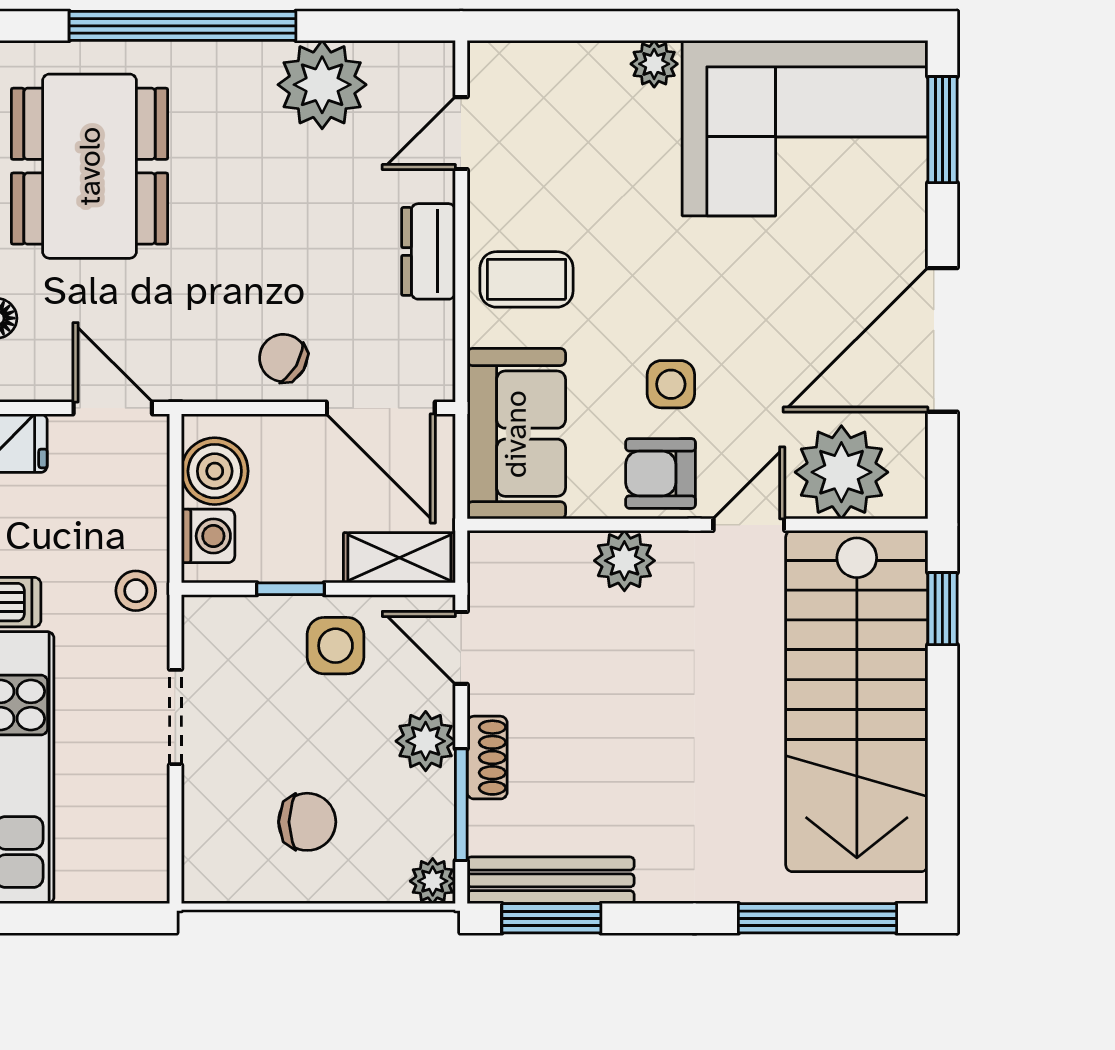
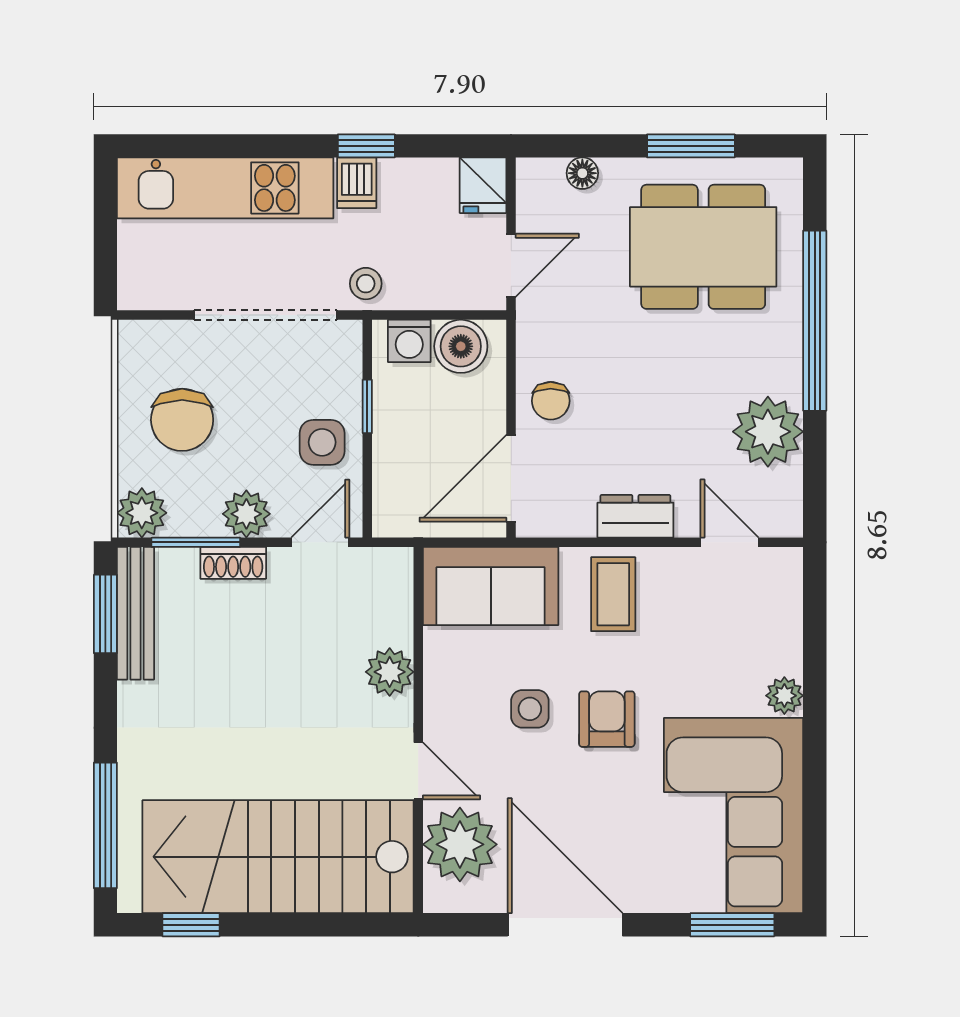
chair: (283, 358) -> (551, 401), turned 150
armchair: (660, 473) -> (607, 719), moved
shelving: (399, 558) -> (392, 493), removed
window: (942, 609) -> (191, 925), moved
doorway: (175, 717) -> (265, 315), width x1.88
chair: (307, 822) -> (182, 420), width x1.37, depth x1.37
plant: (433, 881) -> (142, 513), width x1.38, depth x1.38

